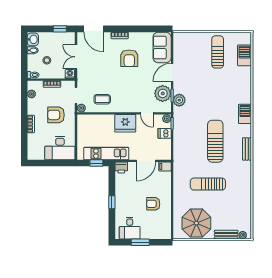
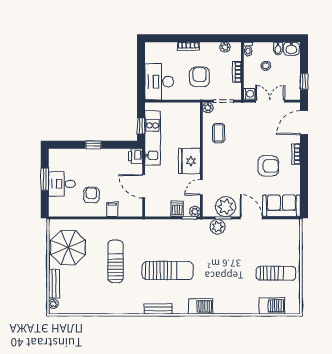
armchair: (129, 58) -> (268, 166), turned 180
filing cabinet: (165, 167) -> (112, 209), moved
desk: (130, 228) -> (62, 184), moved

